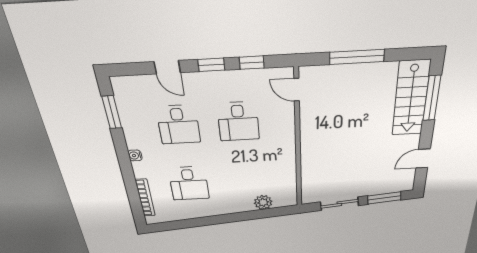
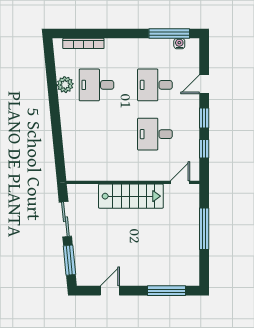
stairs: (411, 99) -> (131, 196), moved, turned 180
window: (112, 112) -> (169, 33), width x1.44
water cooler: (135, 155) -> (179, 44), moved
door: (423, 159) -> (110, 291), hinge flipped
plant: (263, 202) -> (65, 85), moved

